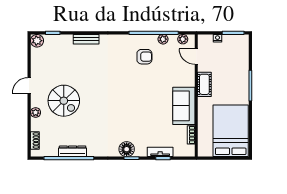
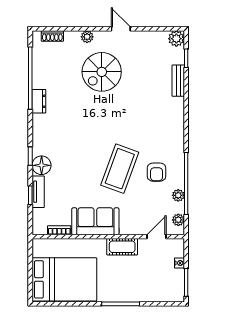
bench: (86, 39) -> (178, 81), moved
coffee table: (142, 86) -> (120, 169), added
floor lamp: (127, 149) -> (42, 165), moved
dresser: (73, 151) -> (39, 101), moved, width x0.70

